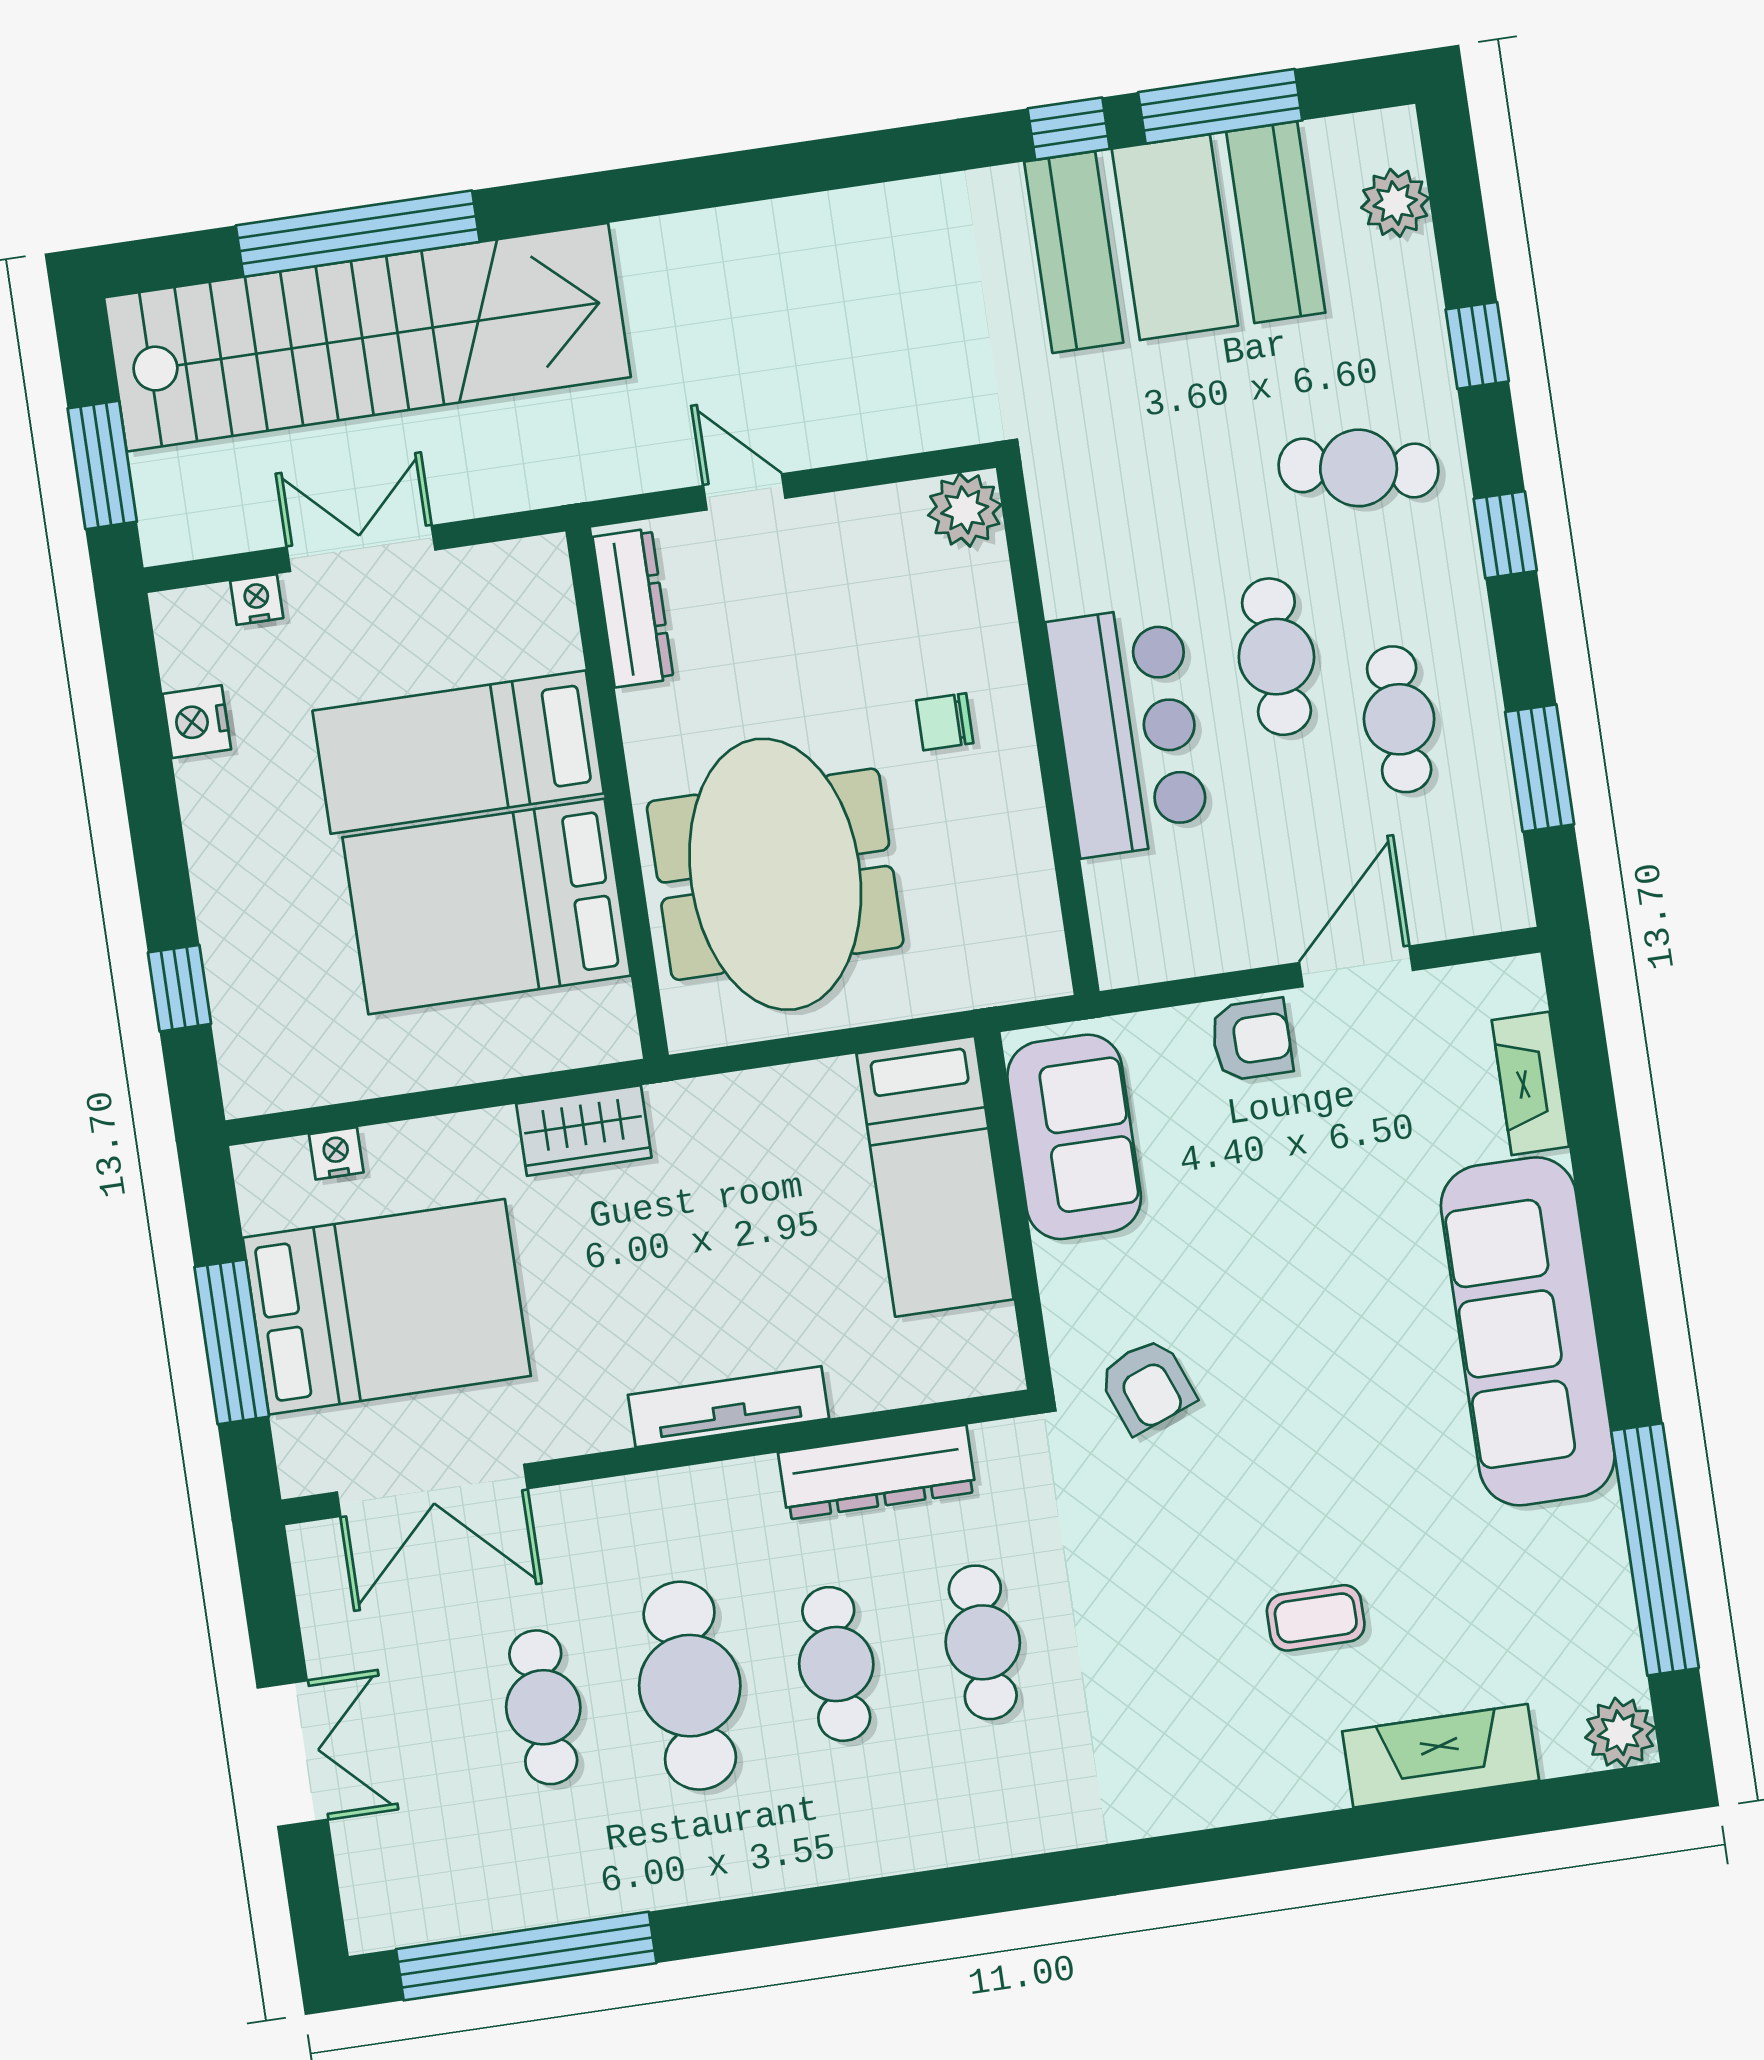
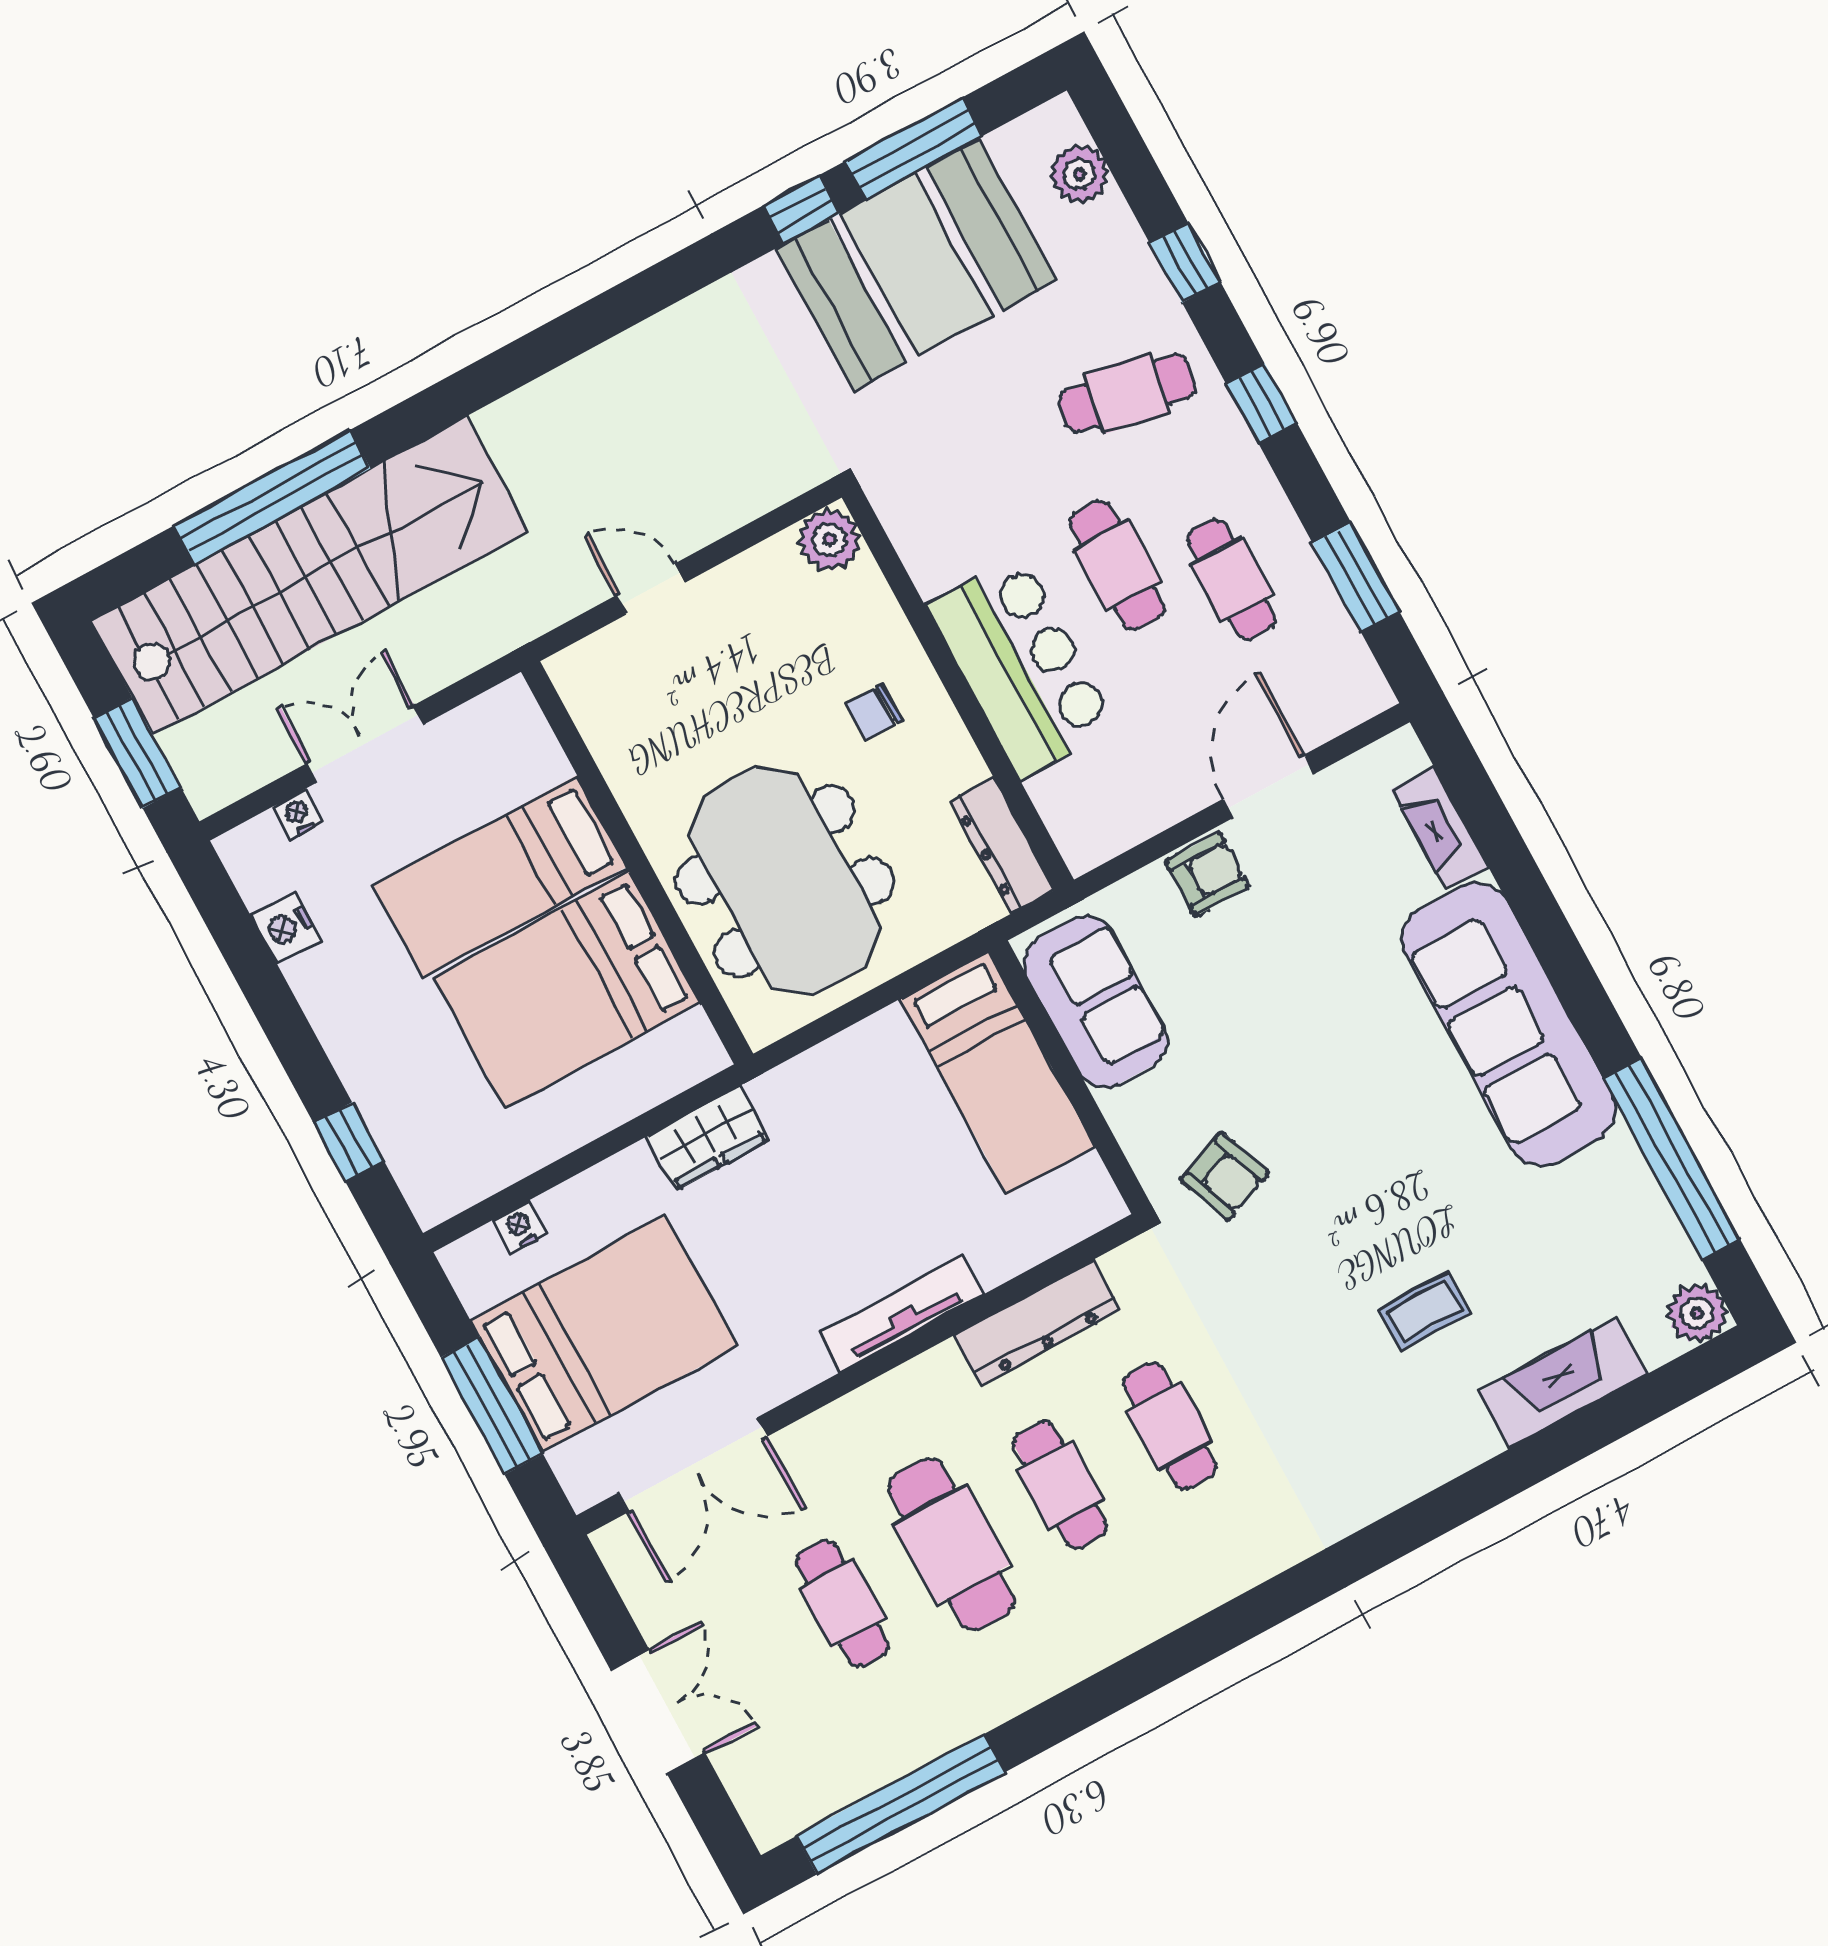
dresser: (633, 608) -> (1002, 846), moved, turned 180

